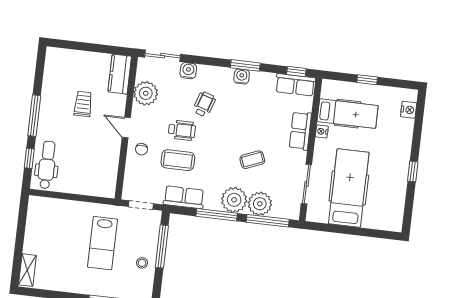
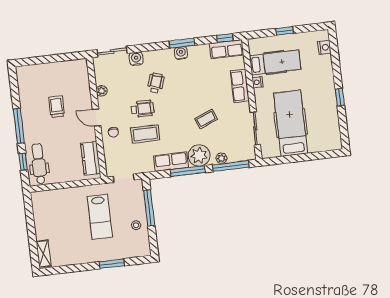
kitchen counter: (120, 74) -> (91, 158), moved
plant: (146, 93) -> (102, 91), width x0.53, depth x0.53
row of seats: (184, 197) -> (171, 162), moved
plant: (260, 204) -> (221, 158), width x0.53, depth x0.53

